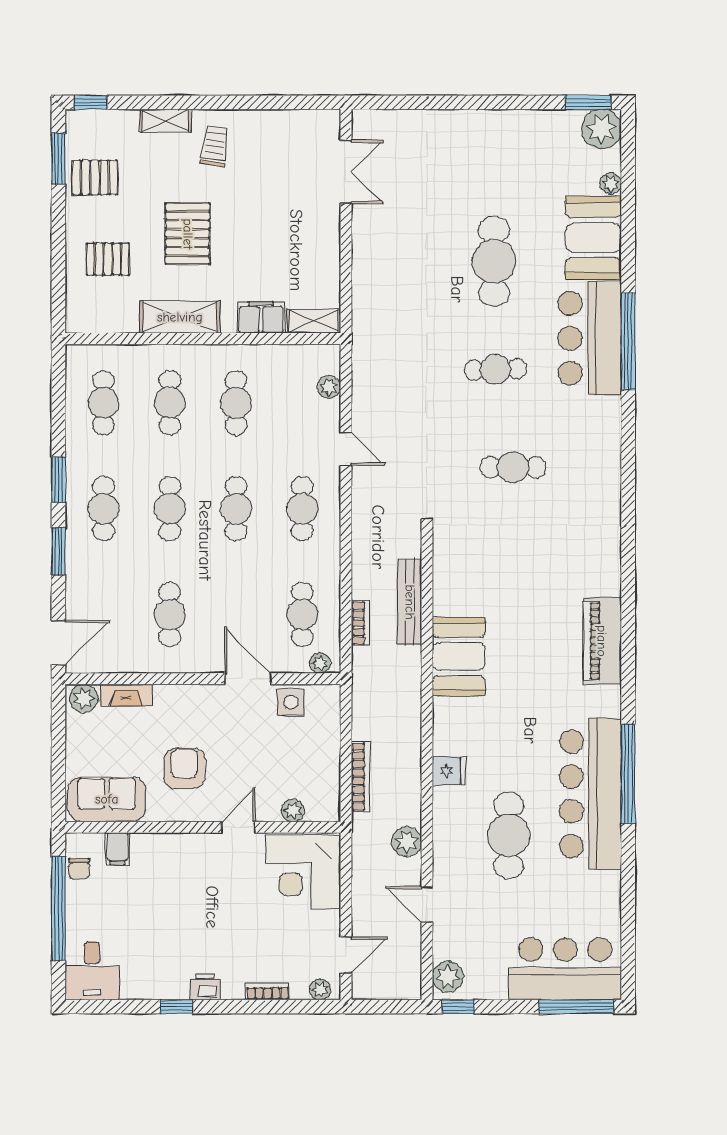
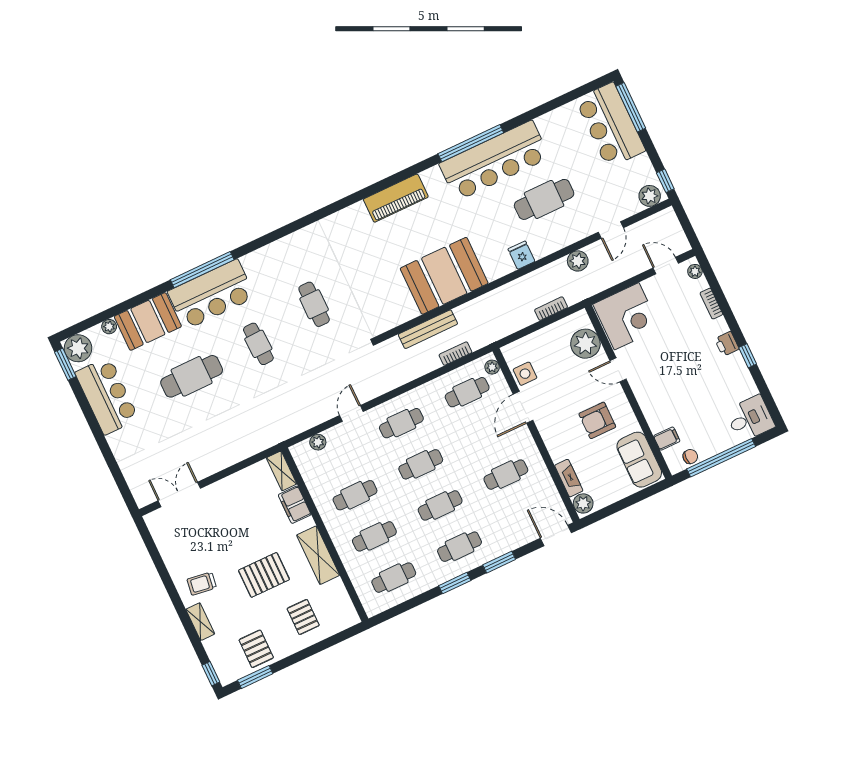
bar counter: (521, 138) -> (107, 396), added
booth: (459, 656) -> (444, 276), width x1.36, depth x1.42
bookcase: (360, 777) -> (551, 309), width x0.64
plant: (293, 810) -> (585, 344), width x1.88, depth x1.88

